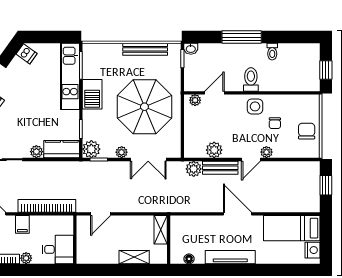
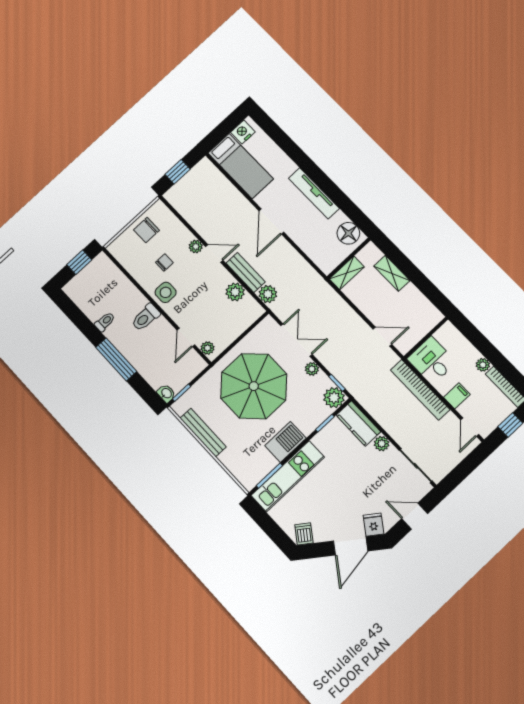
door: (214, 93) -> (186, 337), hinge flipped
desk: (58, 249) -> (432, 361), moved
floor lamp: (189, 259) -> (348, 233), width x1.89, depth x1.89

